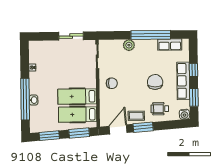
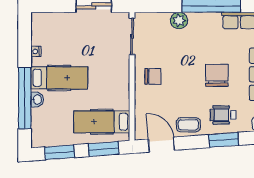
hospital bed: (77, 96) -> (59, 78), moved, turned 180
window: (143, 127) -> (224, 140), moved
door: (118, 129) -> (161, 145), hinge flipped

